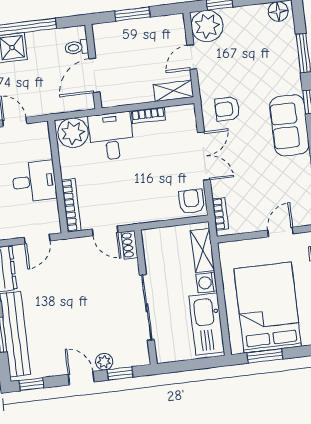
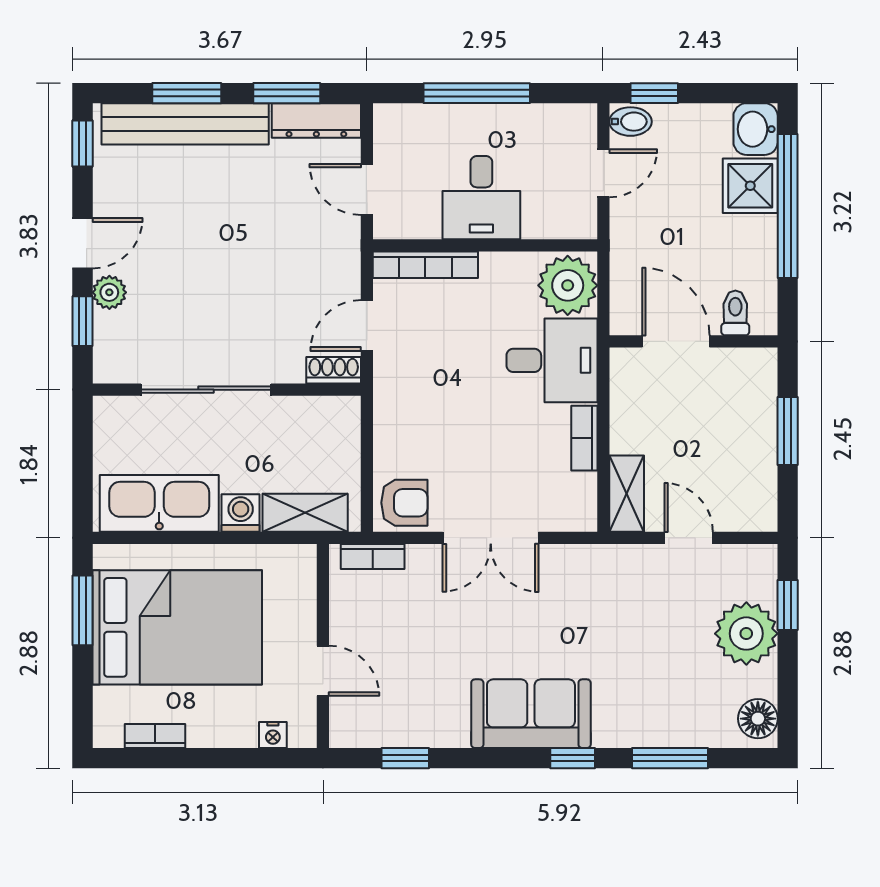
plant: (207, 26) -> (746, 634), moved
armchair: (227, 109) -> (578, 595), removed

